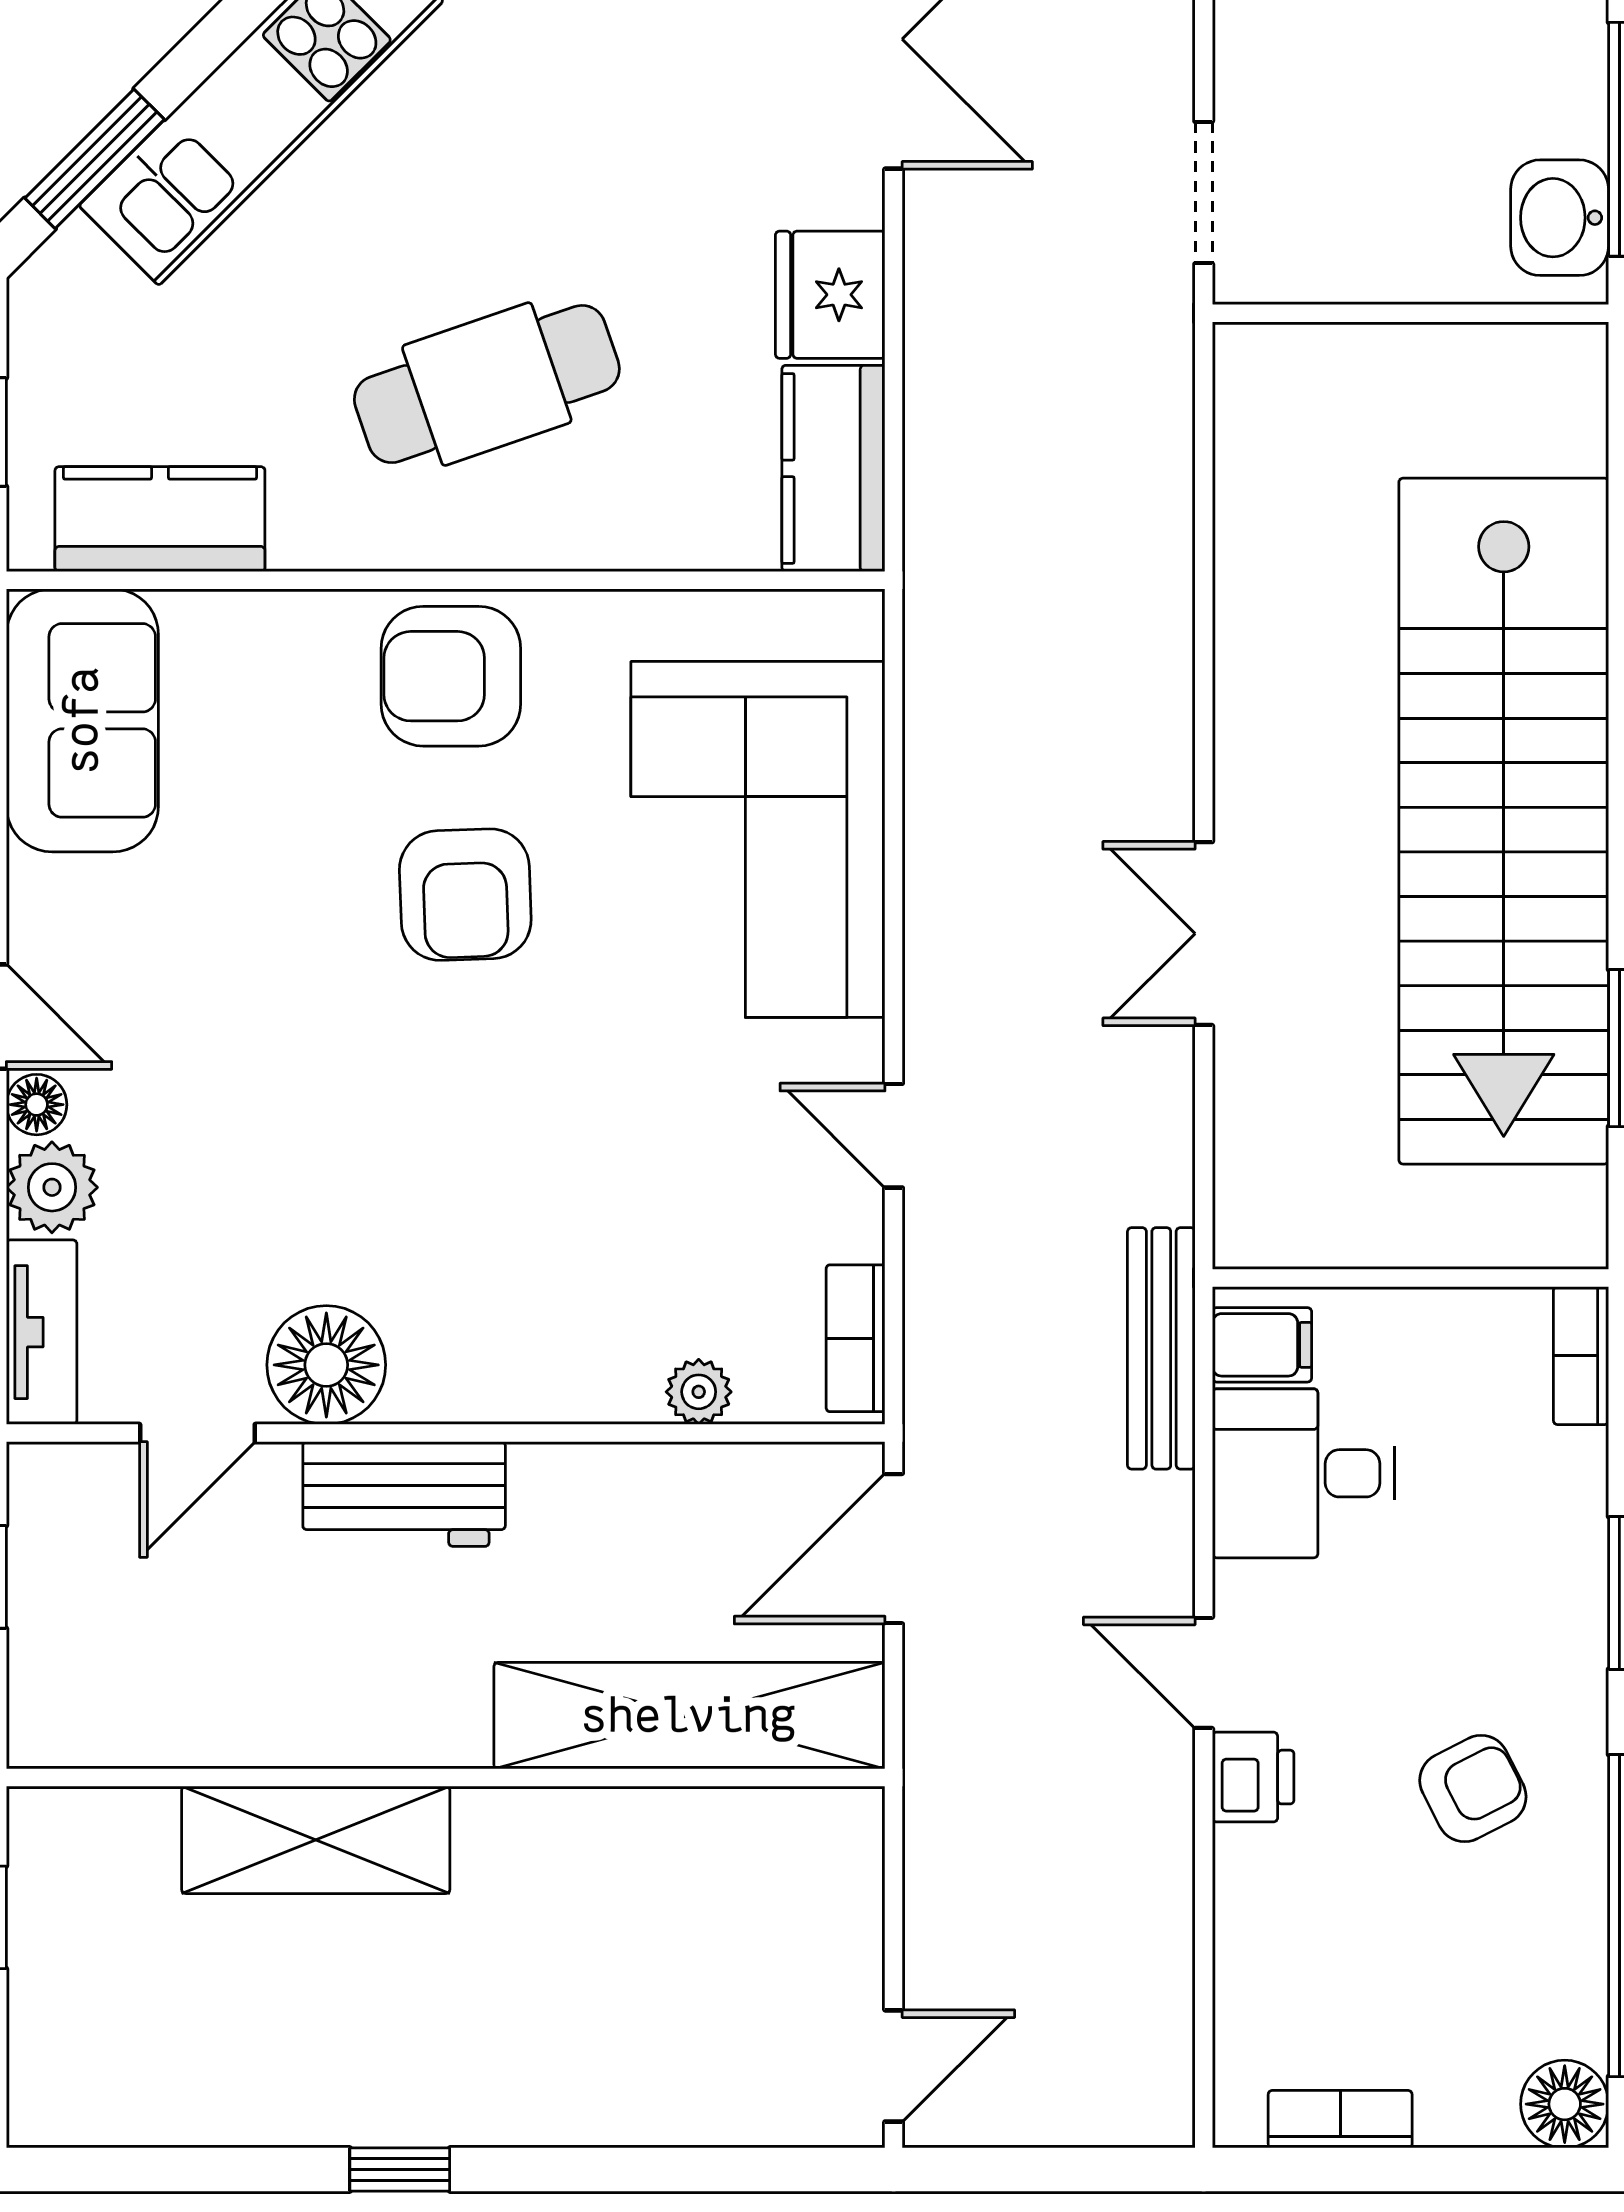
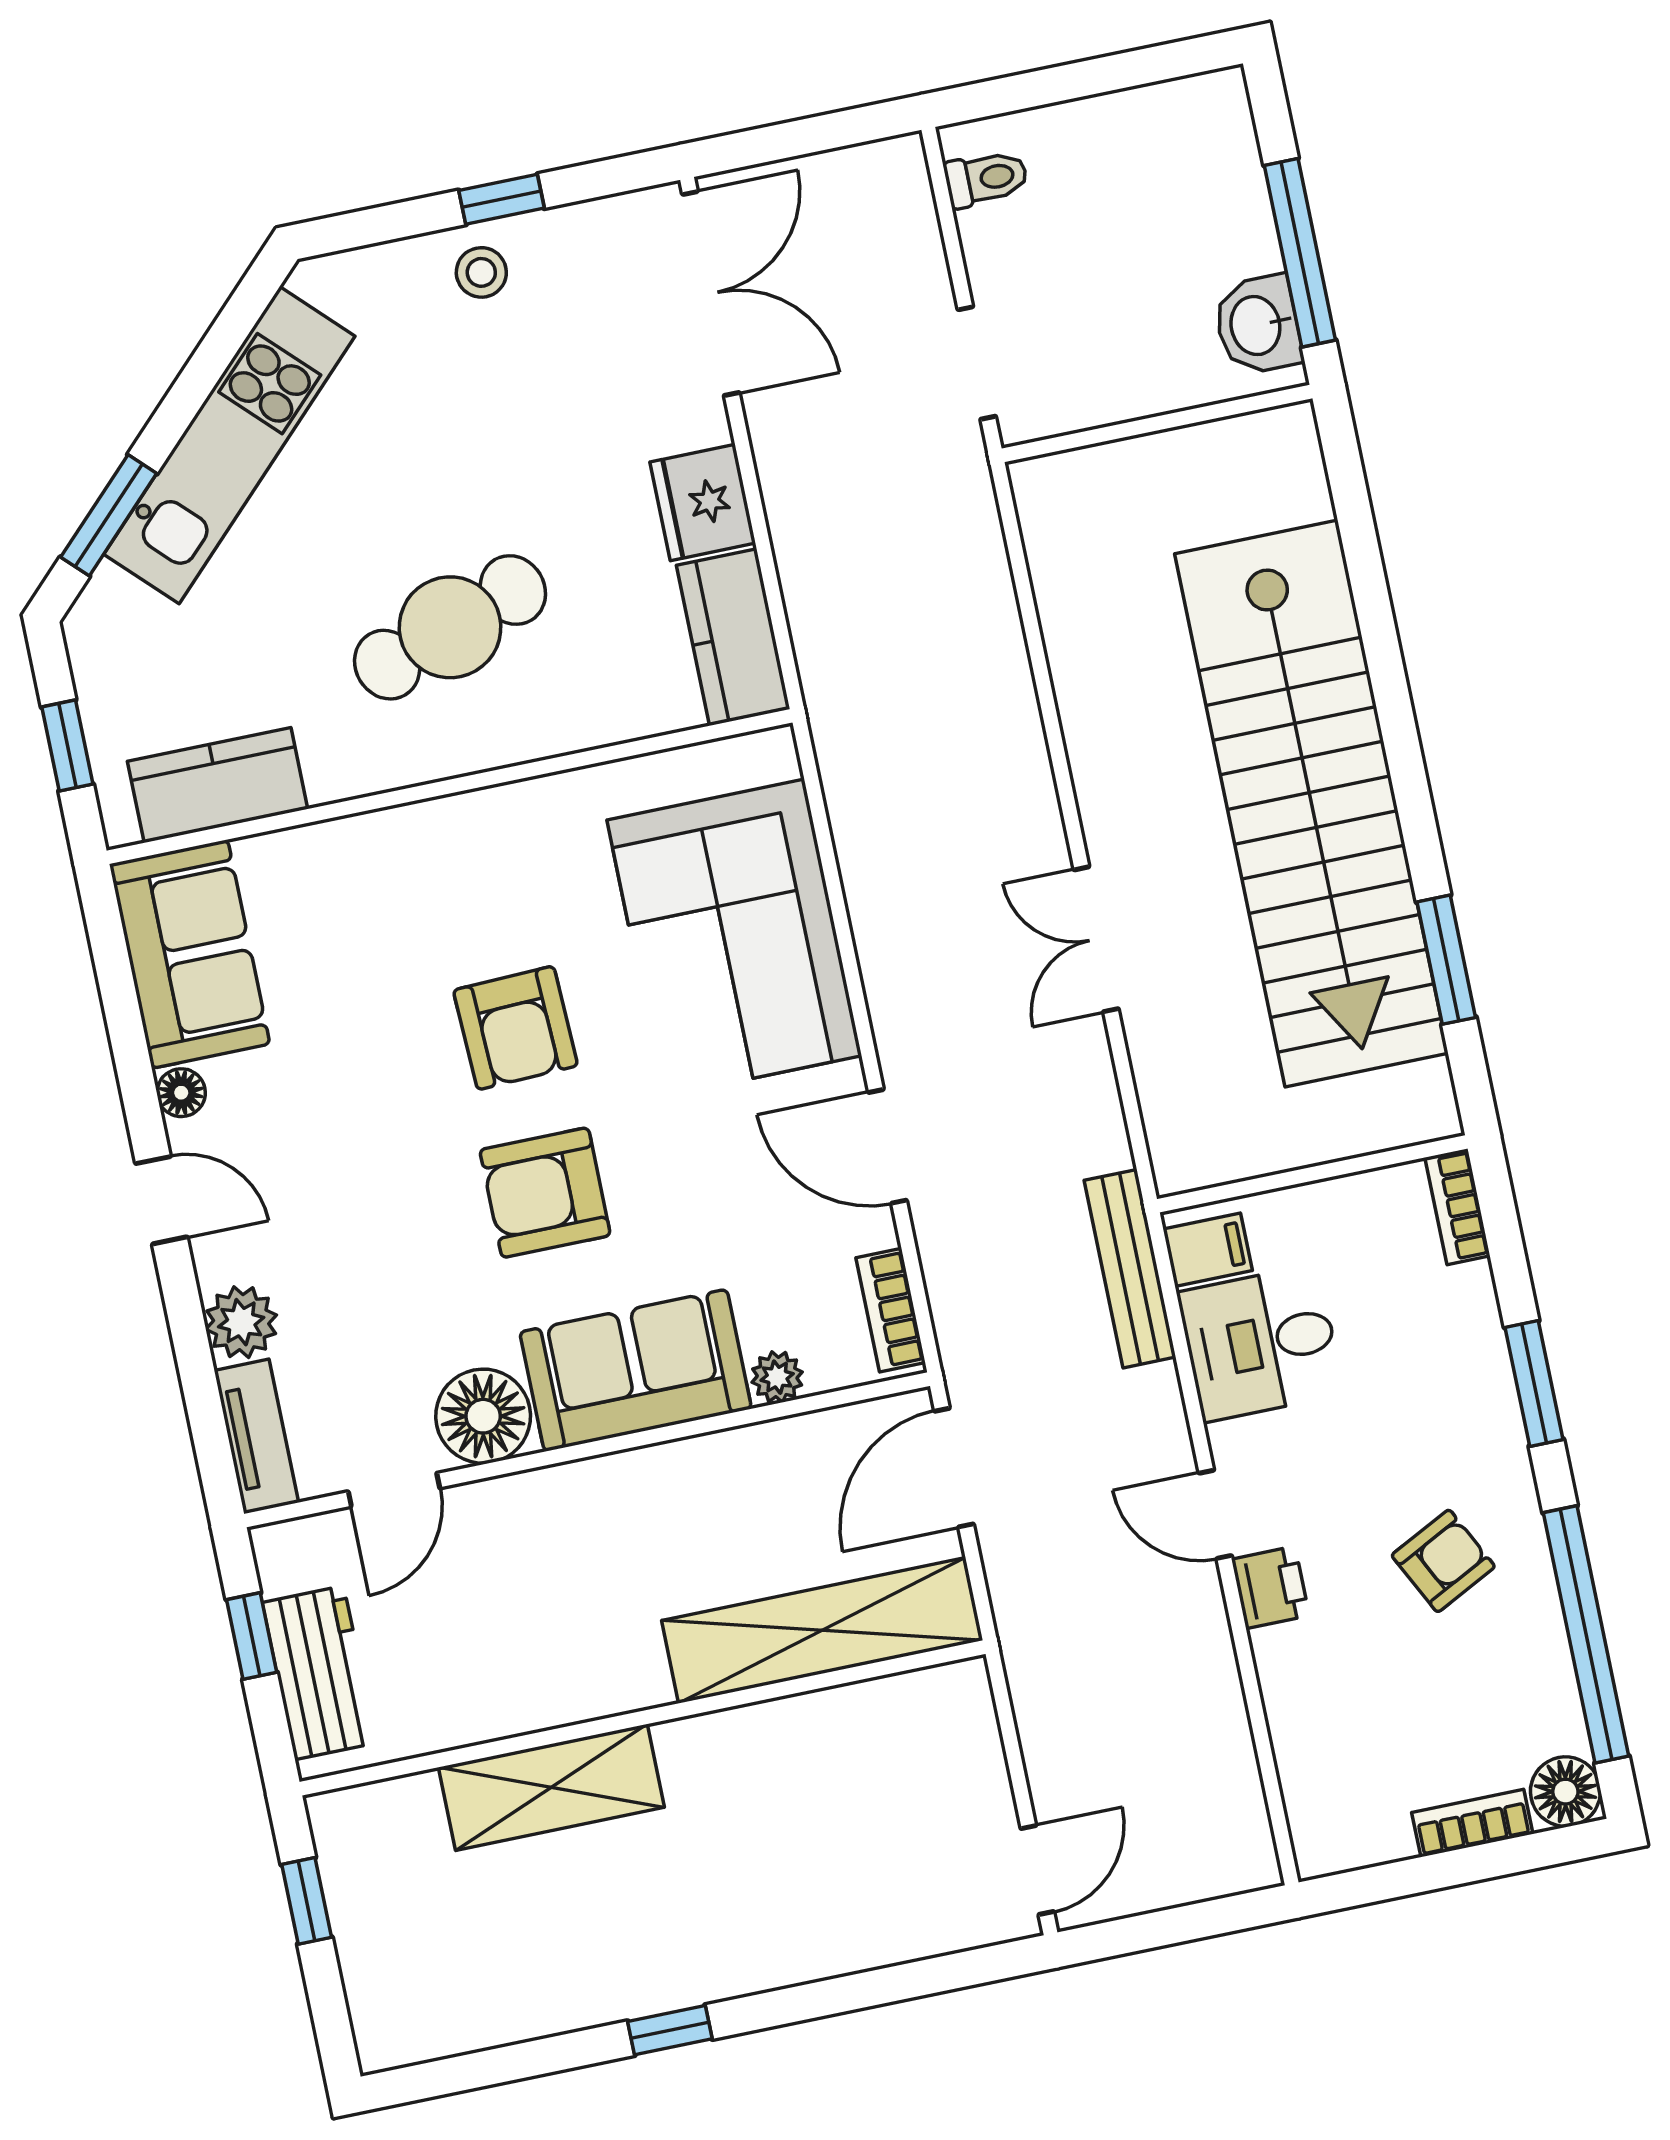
armchair: (451, 676) -> (545, 1193), moved
floor lamp: (37, 1105) -> (181, 1093), moved
door: (894, 1136) -> (887, 1146), width x1.38
sofa: (526, 1347) -> (636, 1370), added
workbench: (404, 1494) -> (319, 1673), moved, turned -90
bookcase: (1340, 2119) -> (1472, 1823), moved

